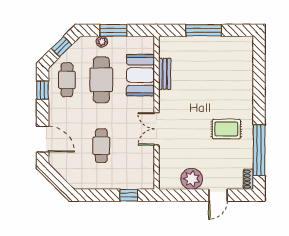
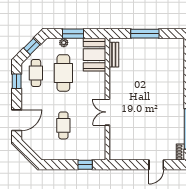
bench: (165, 74) -> (114, 55), moved
booth: (140, 75) -> (94, 55), moved
rug: (226, 129) -> (163, 112), removed
door: (43, 139) -> (17, 120), hinge flipped
plant: (192, 179) -> (135, 152), removed

